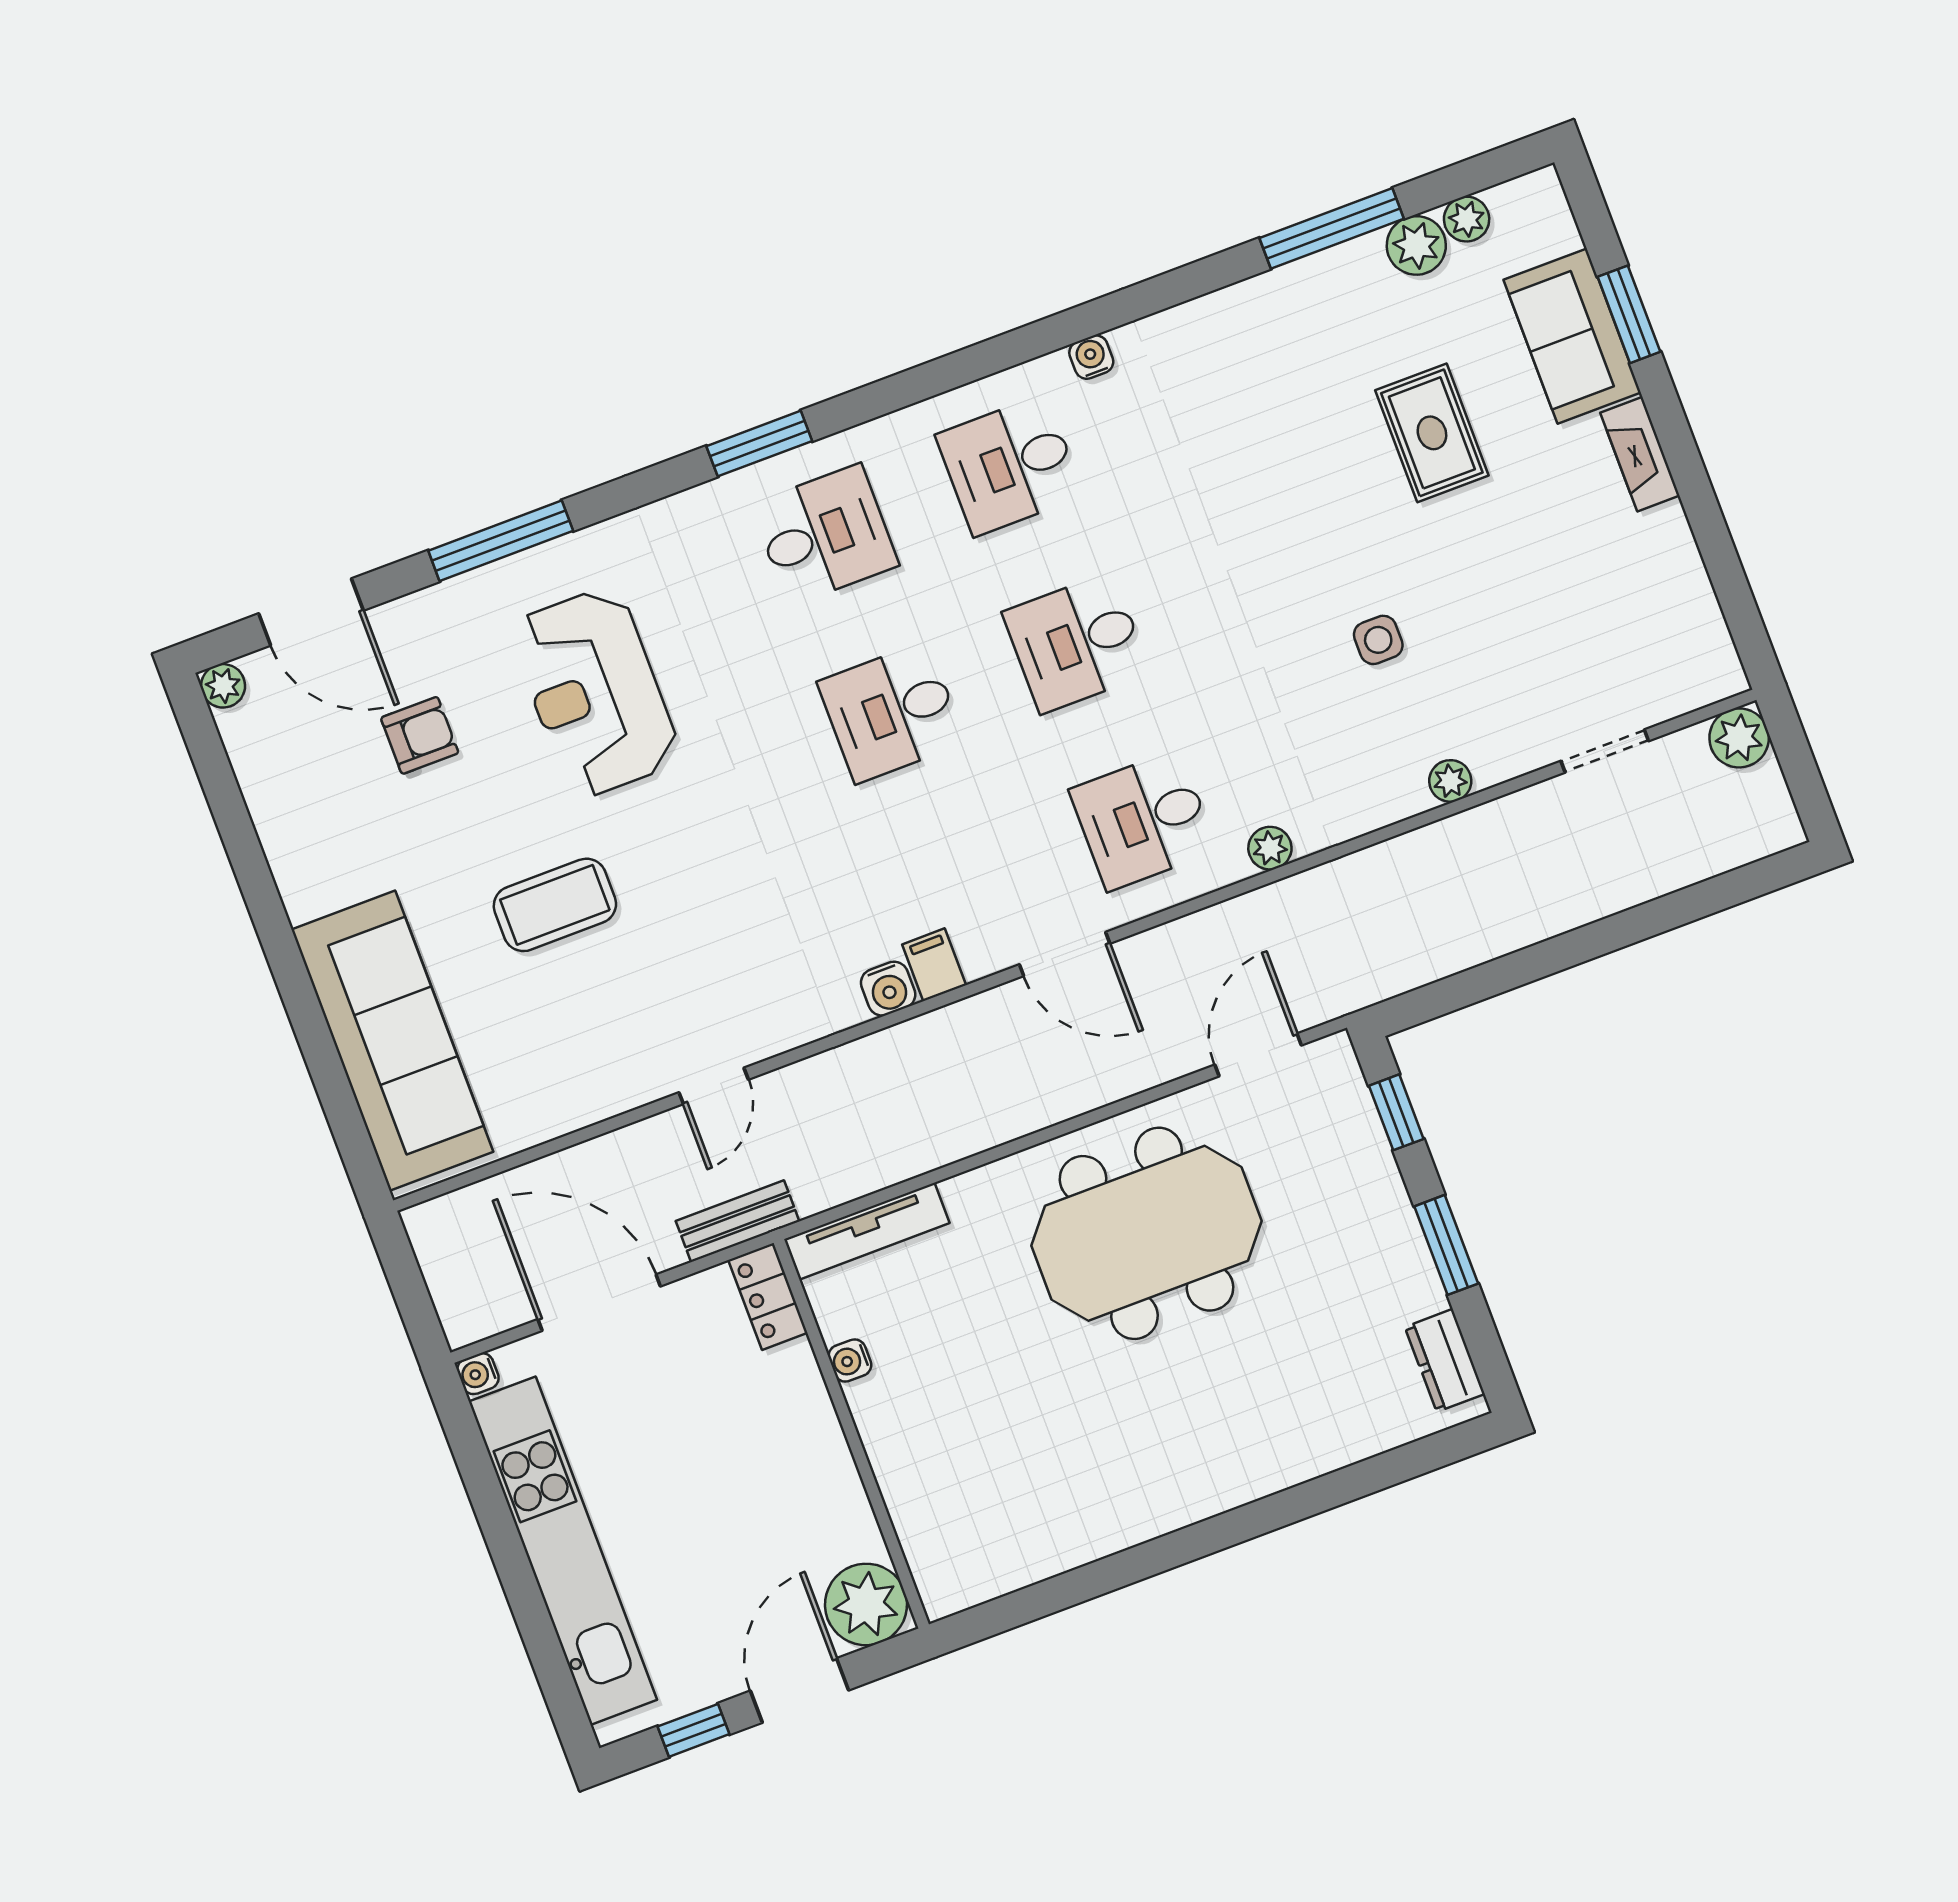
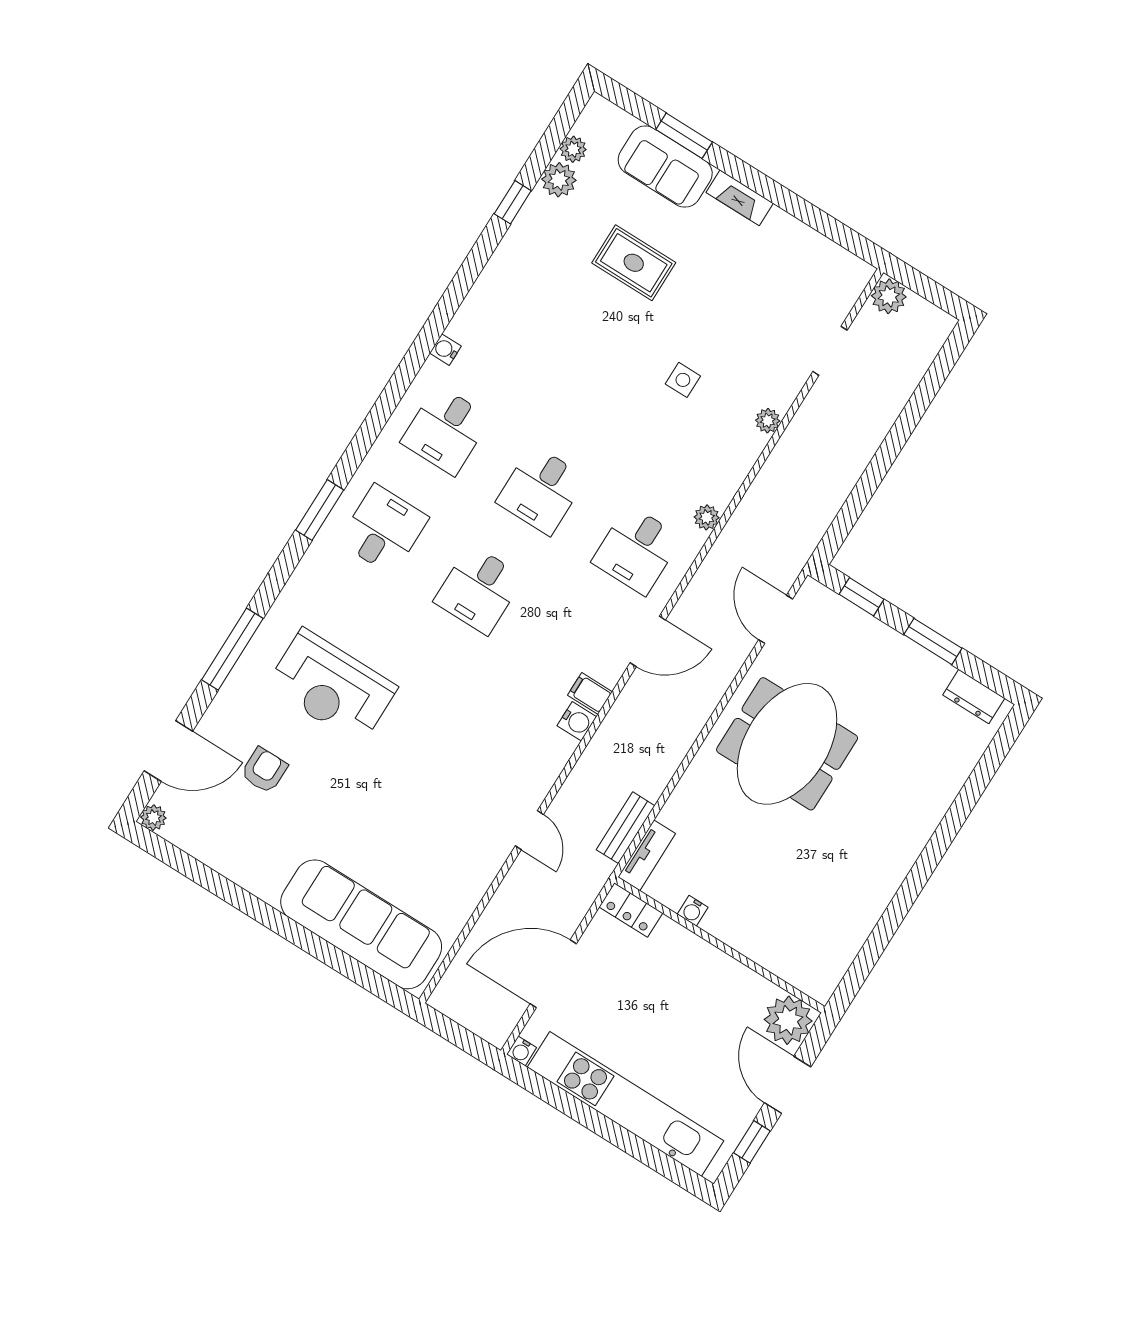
window: (1332, 228) -> (513, 202), width x0.46
coffee table: (555, 905) -> (389, 802), removed
bench: (738, 1221) -> (626, 828), moved
tv unit: (867, 1231) -> (647, 855), width x0.71

